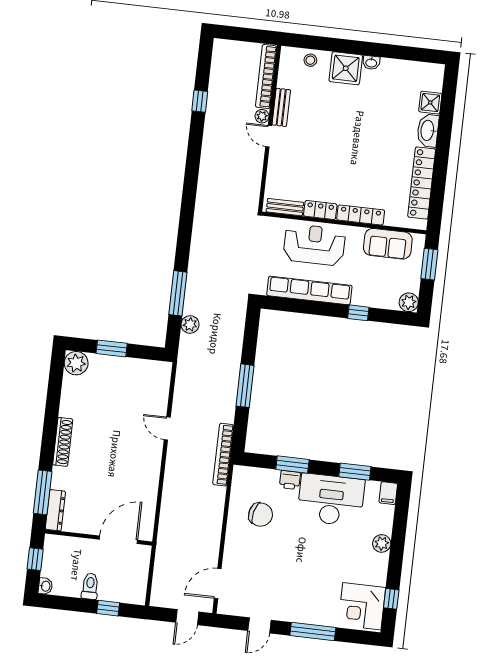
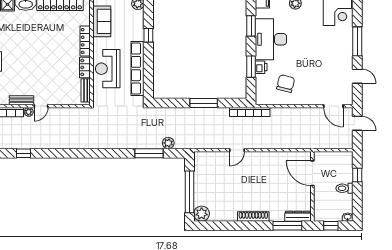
window: (112, 348) -> (189, 192), width x2.11

